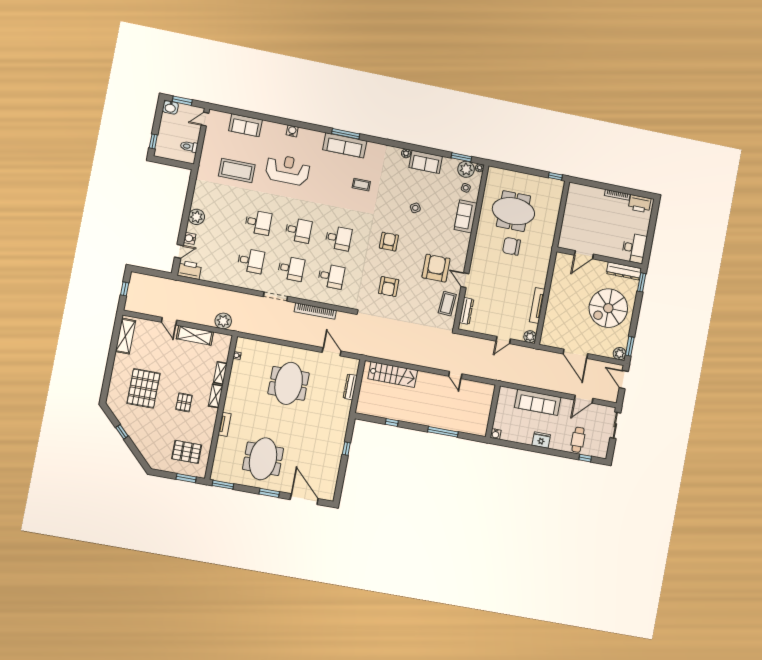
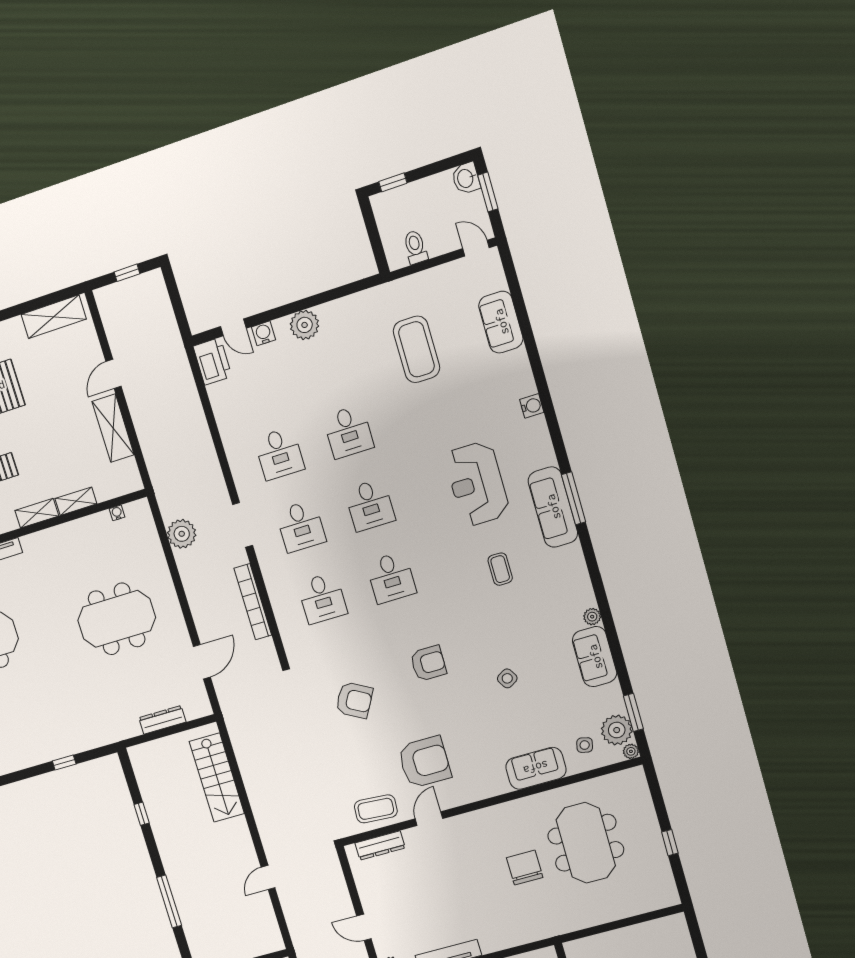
reception desk: (288, 170) -> (477, 484), moved, turned 180
window: (555, 176) -> (670, 843), moved
armchair: (389, 287) -> (354, 700), turned -151
plant: (223, 321) -> (182, 534), moved

